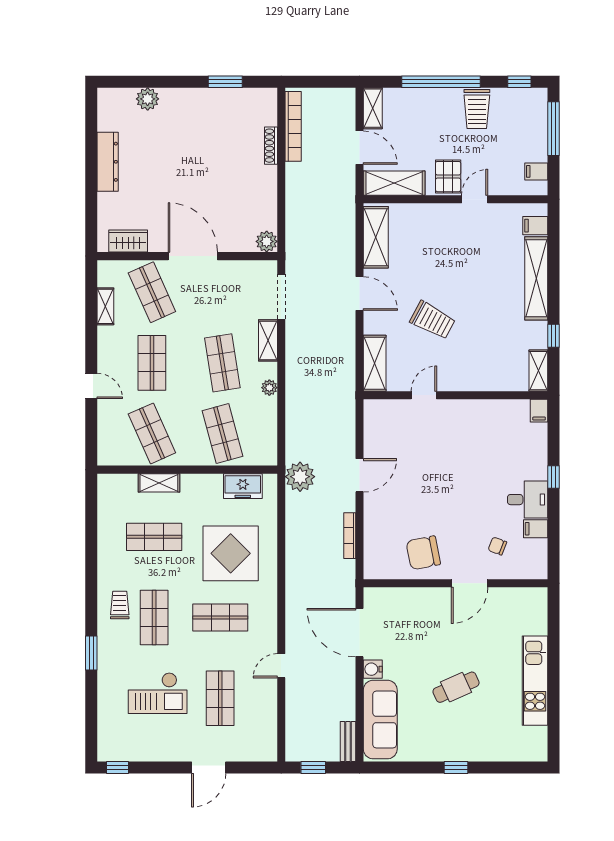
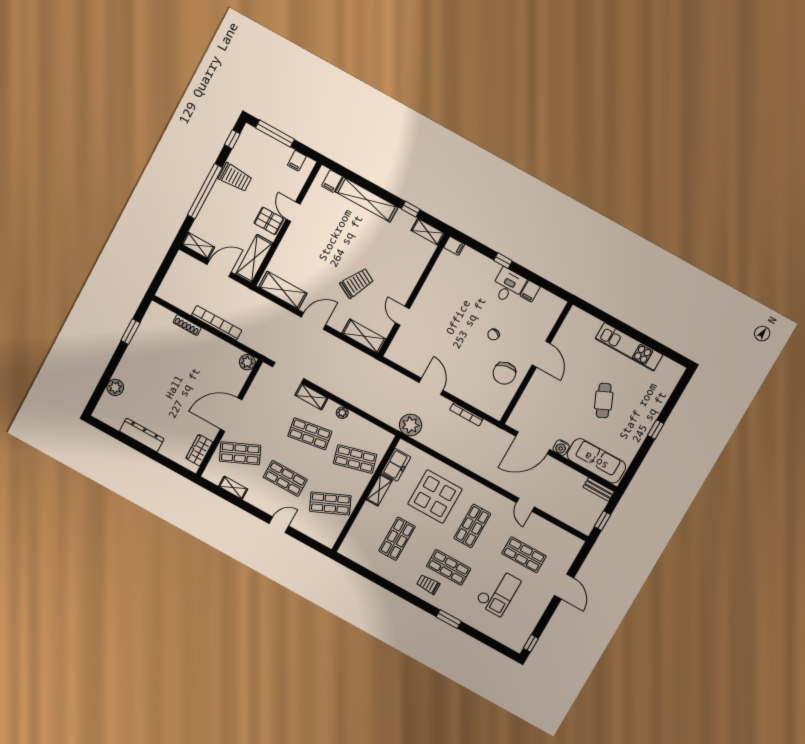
bookcase: (293, 126) -> (217, 323), moved
shelving: (159, 483) -> (379, 490), moved
chair: (497, 546) -> (494, 334), moved

